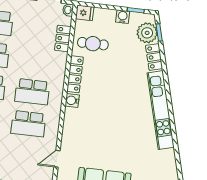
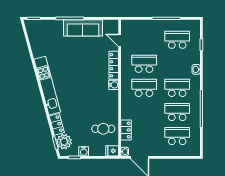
locker: (75, 74) -> (114, 65), moved
door: (57, 159) -> (120, 40), swing flipped

